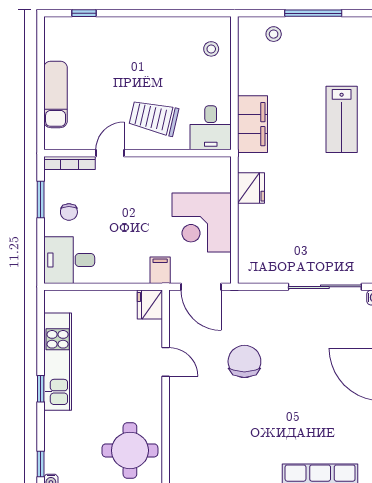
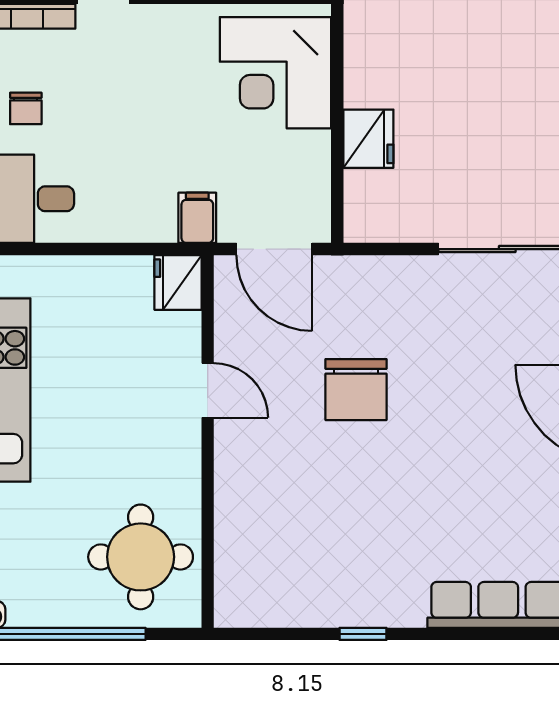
fridge: (251, 188) -> (368, 139), moved
corner desk: (202, 223) -> (275, 73), moved
chair: (244, 361) -> (356, 390), turned 180

